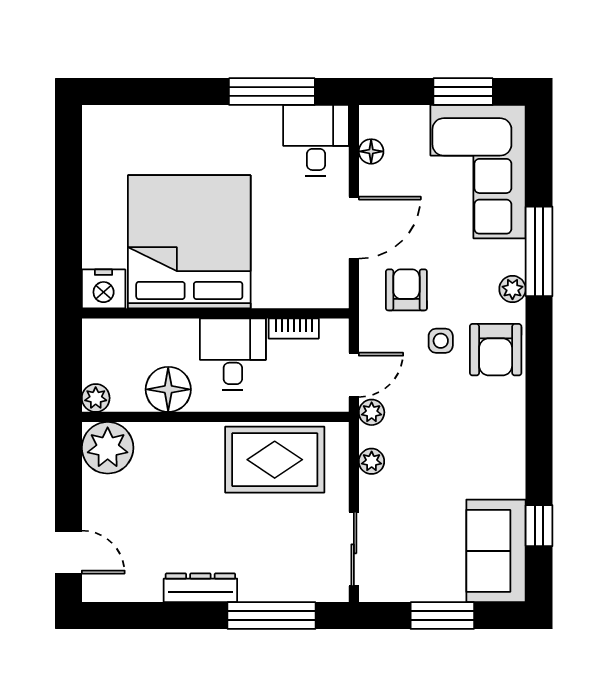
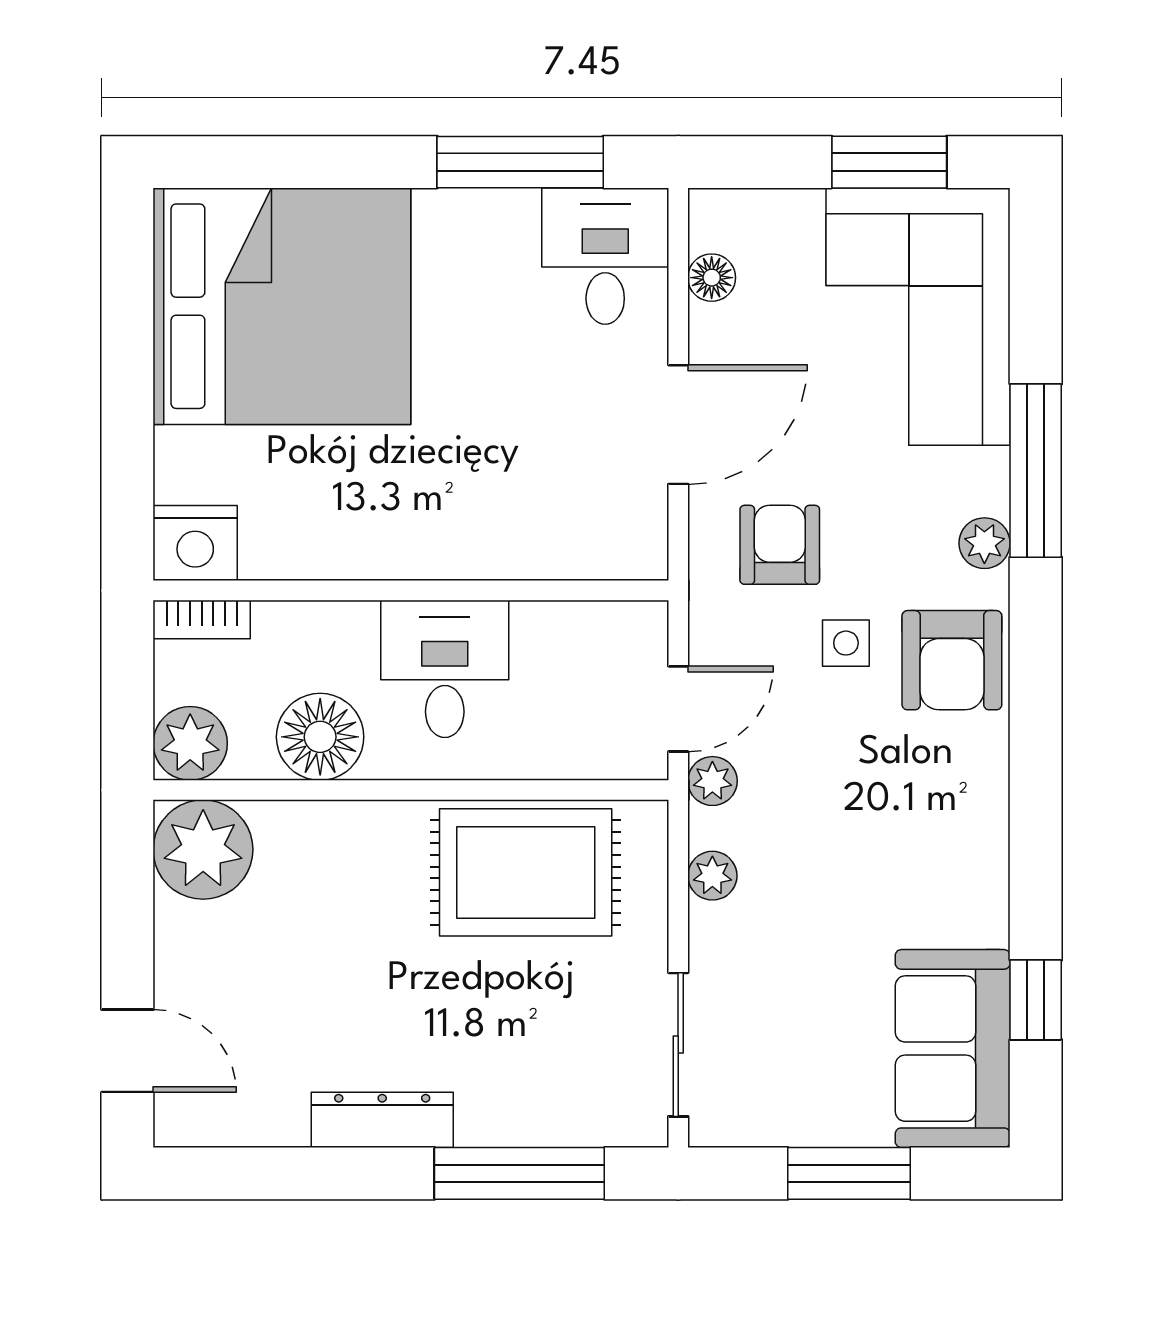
bed: (189, 242) -> (282, 306), moved, turned 90
bookcase: (294, 329) -> (202, 619), moved
plant: (96, 398) -> (190, 743), width x1.38, depth x1.38

